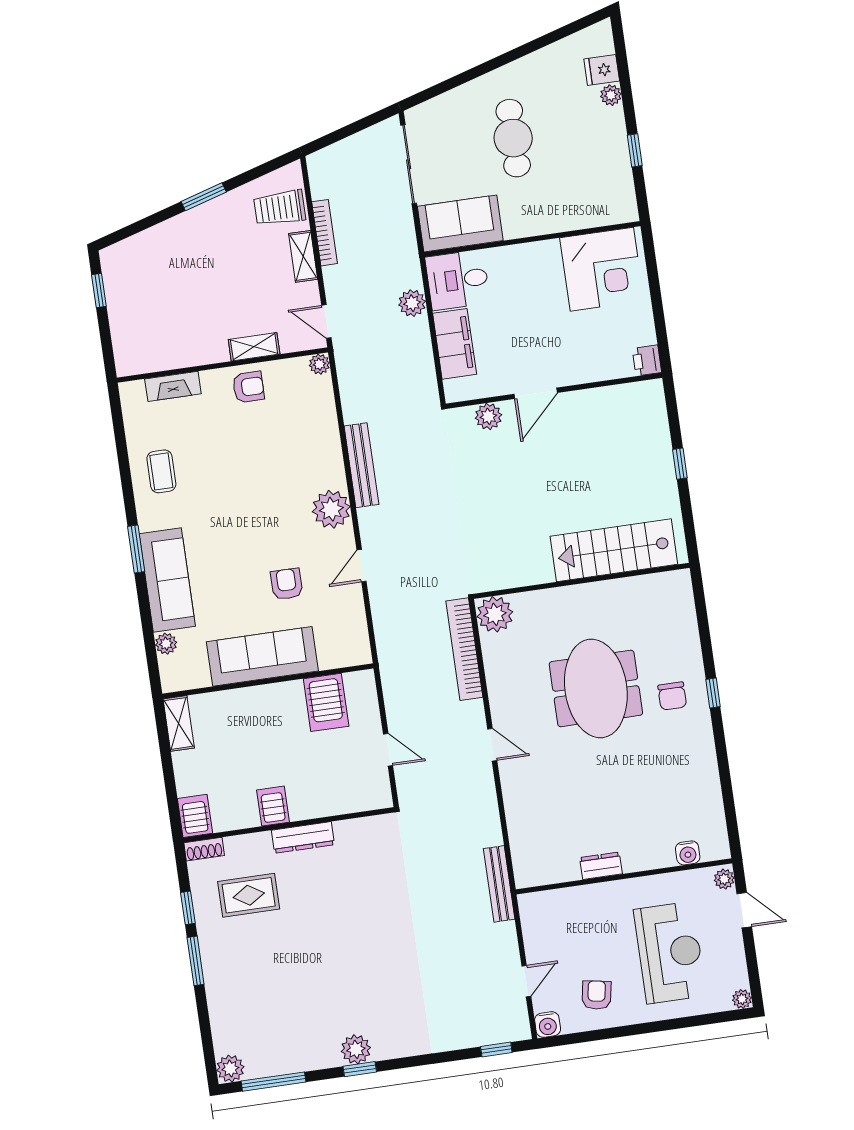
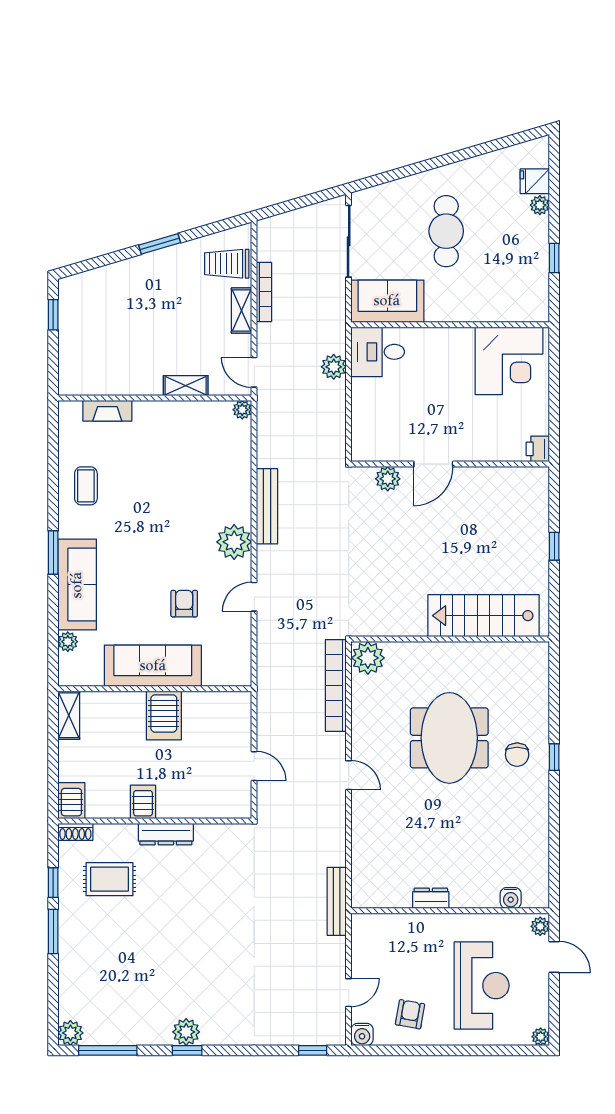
filing cabinet: (455, 344) -> (367, 409), removed
armchair: (248, 387) -> (175, 421), removed
server rack: (326, 702) -> (164, 715), moved

